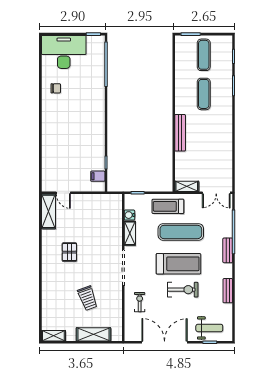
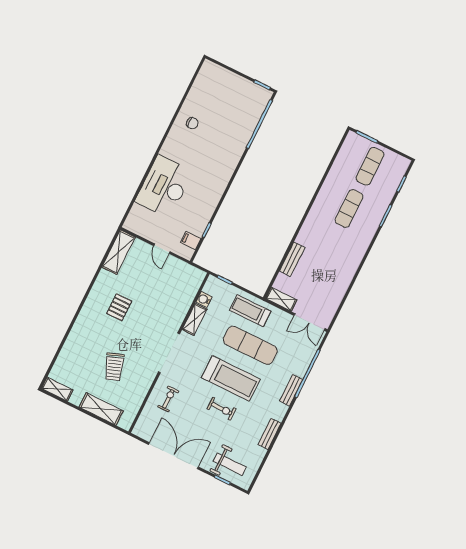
desk: (64, 52) -> (164, 187), moved, turned -90
bench: (180, 133) -> (292, 259), moved, width x0.73
door: (63, 193) -> (162, 249), moved
exercise bike: (183, 290) -> (222, 409), width x0.73, depth x0.72

